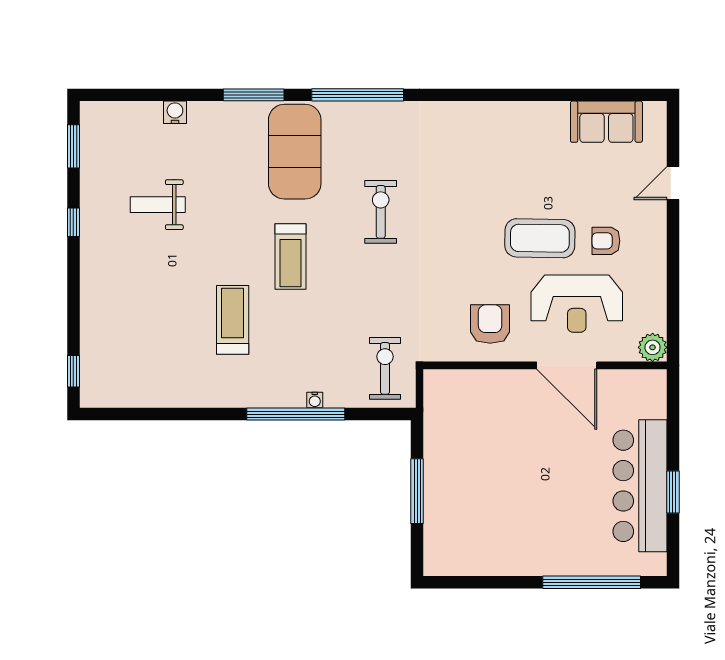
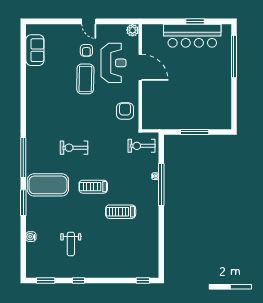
door: (673, 183) -> (89, 21), moved
treadmill: (290, 257) -> (93, 187), turned 180
armchair: (490, 324) -> (125, 111), moved, turned 90
door: (567, 365) -> (140, 67), hinge flipped

